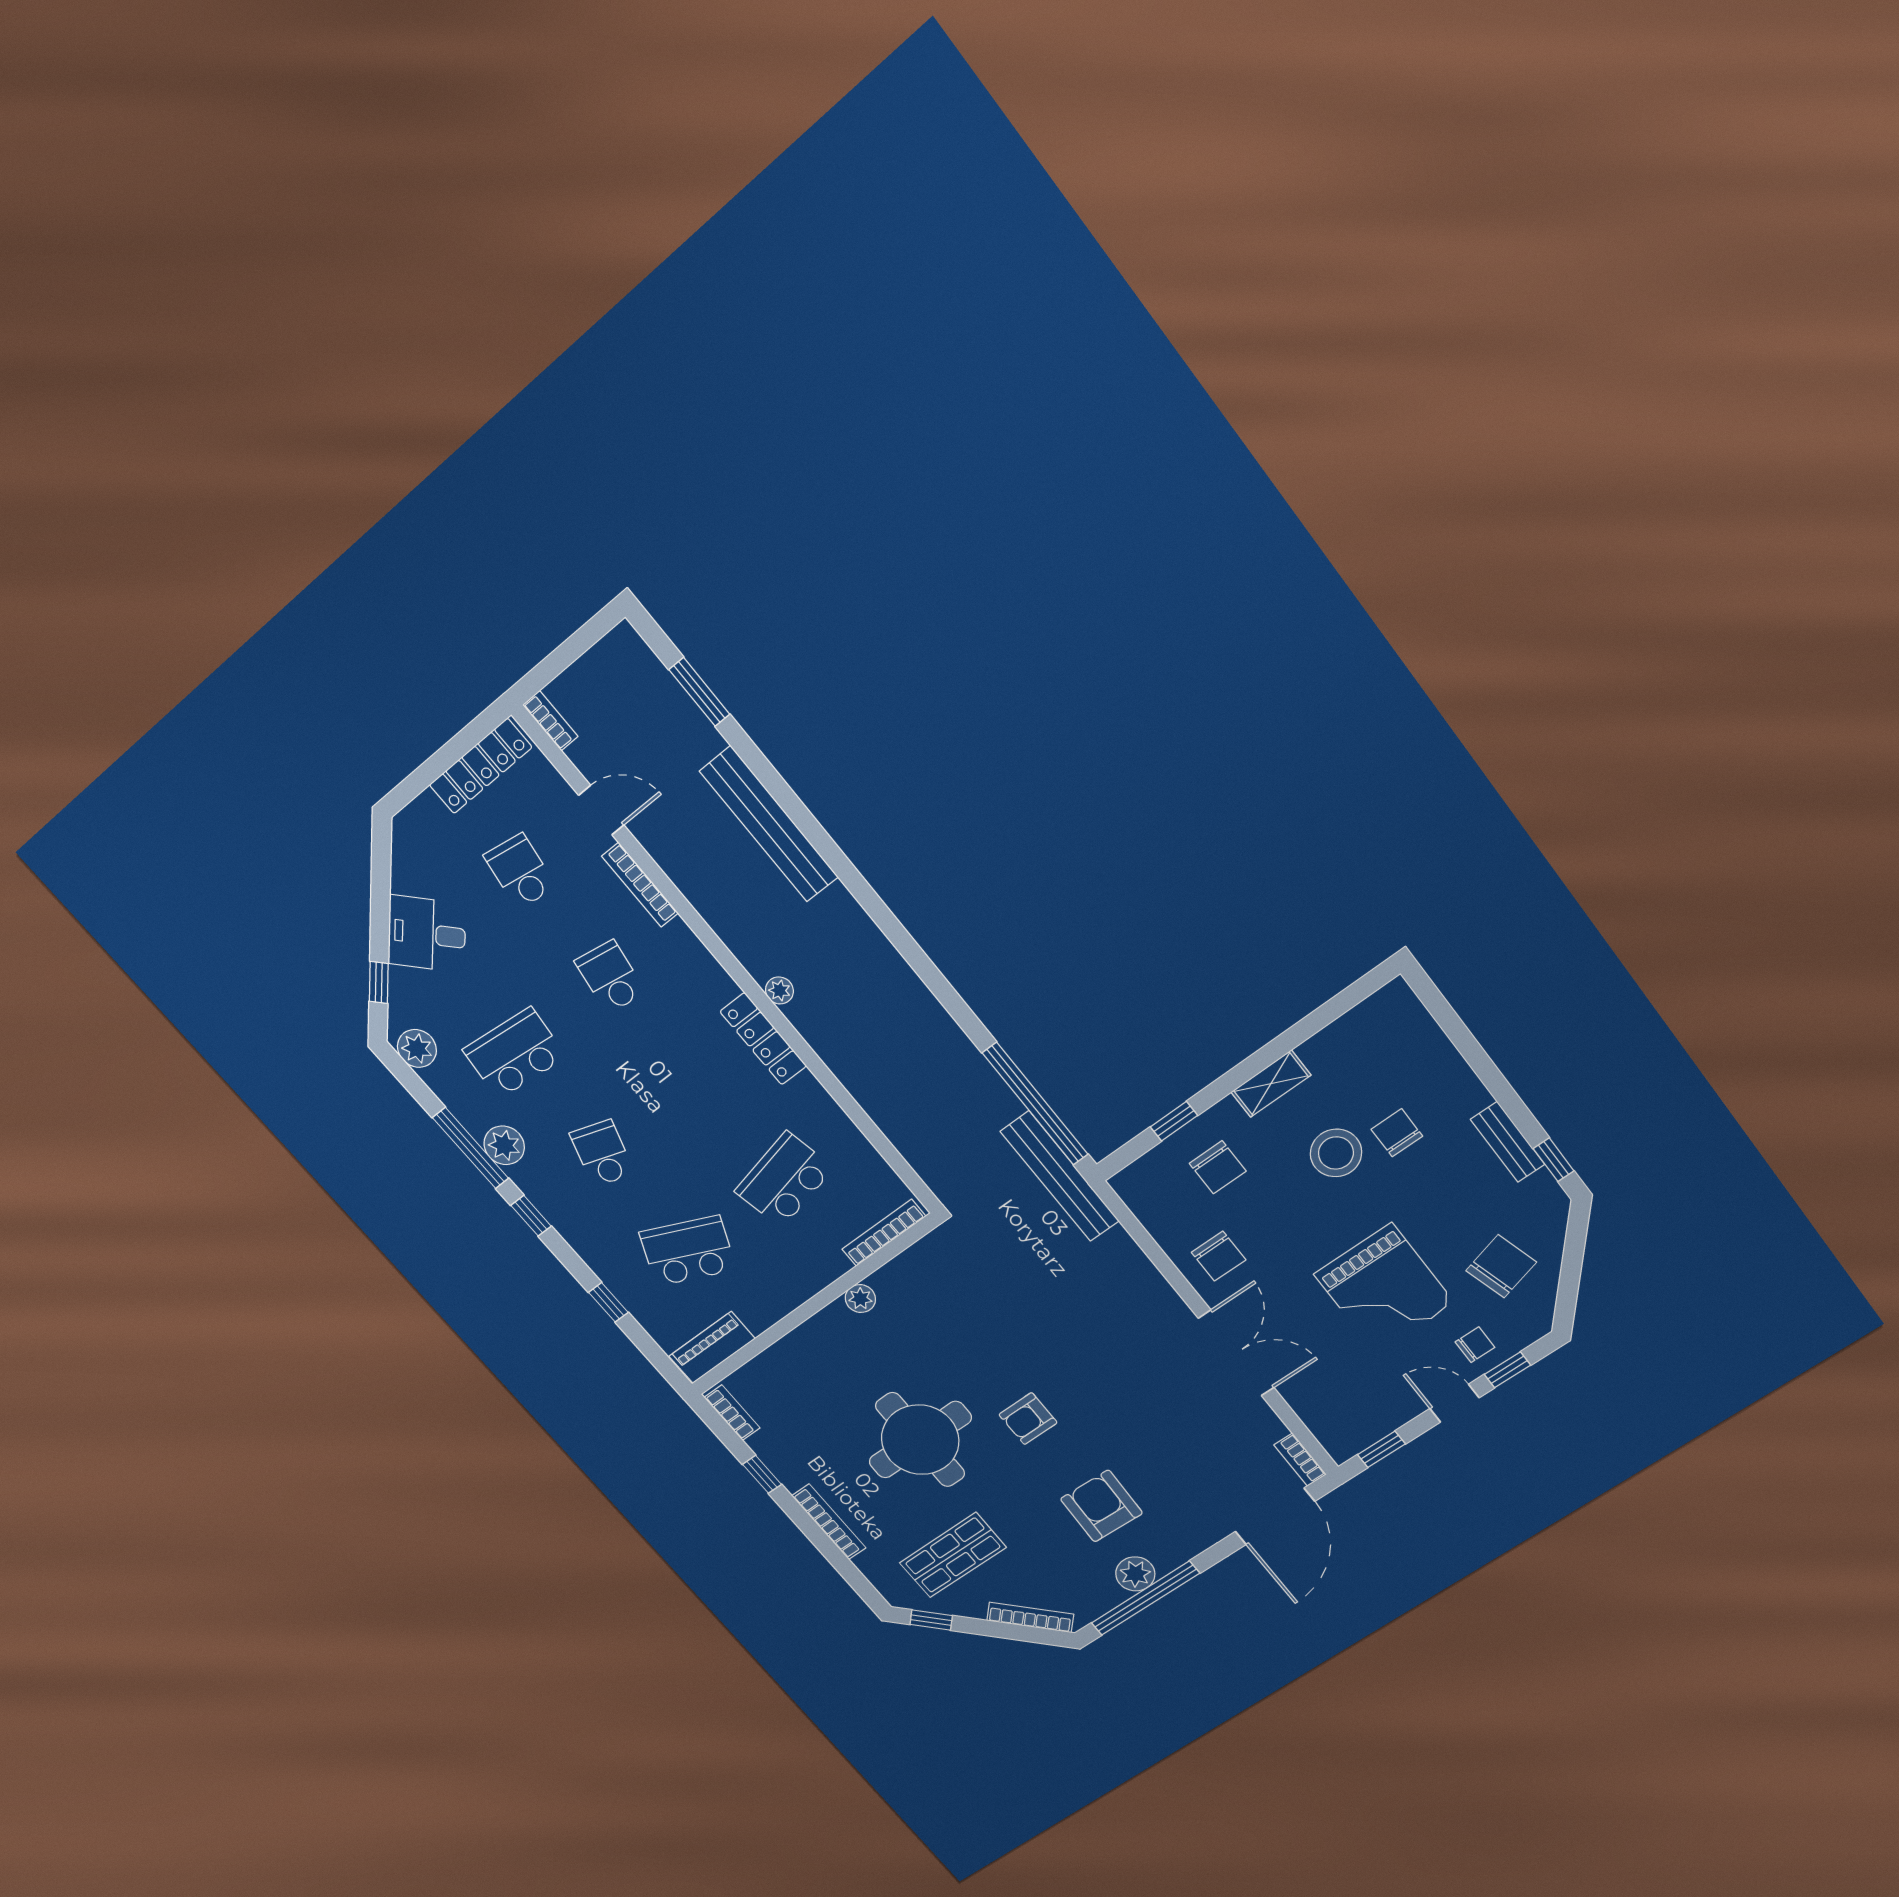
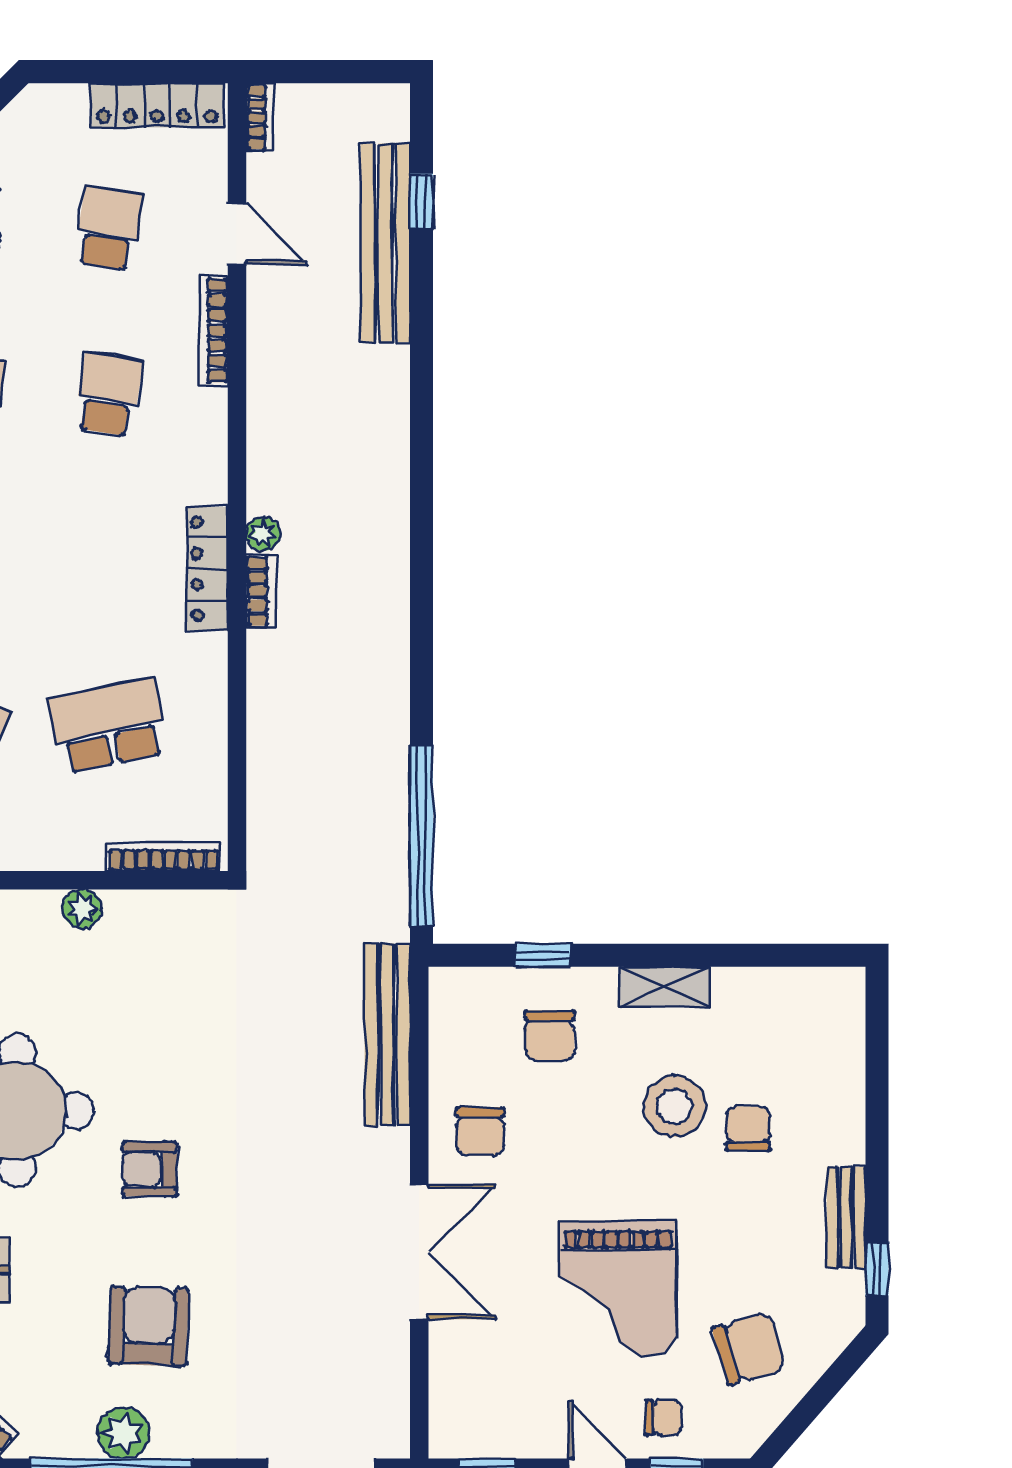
window: (699, 692) -> (421, 201), width x0.67
bench: (769, 824) -> (385, 243), moved
bench: (1060, 1176) -> (387, 1035), moved
bookcase: (1300, 1460) -> (261, 591), moved, turned 180

